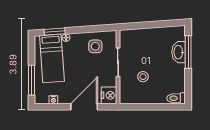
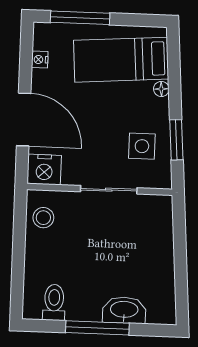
window: (55, 32) -> (176, 140), moved
window: (188, 52) -> (97, 328), moved
stool: (143, 77) -> (43, 218), moved
toilet: (176, 98) -> (54, 302), moved

